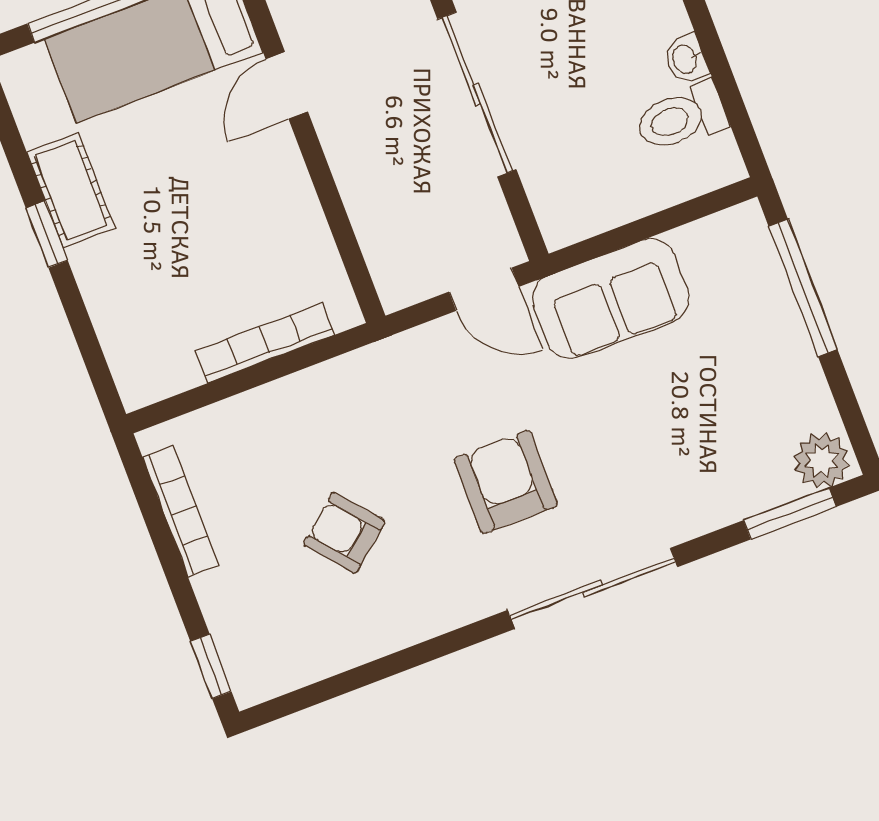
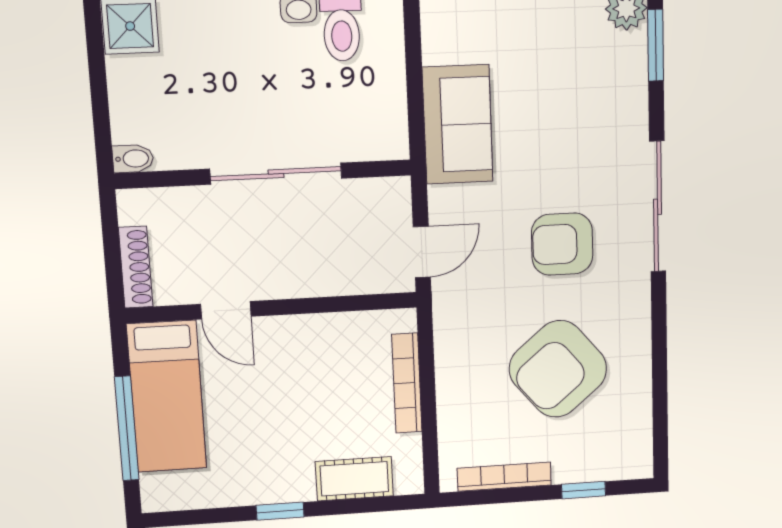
cot: (71, 190) -> (354, 479), moved
door: (484, 289) -> (422, 252), moved
armchair: (344, 533) -> (558, 369), width x1.88, depth x1.88
window: (211, 666) -> (584, 490), moved

